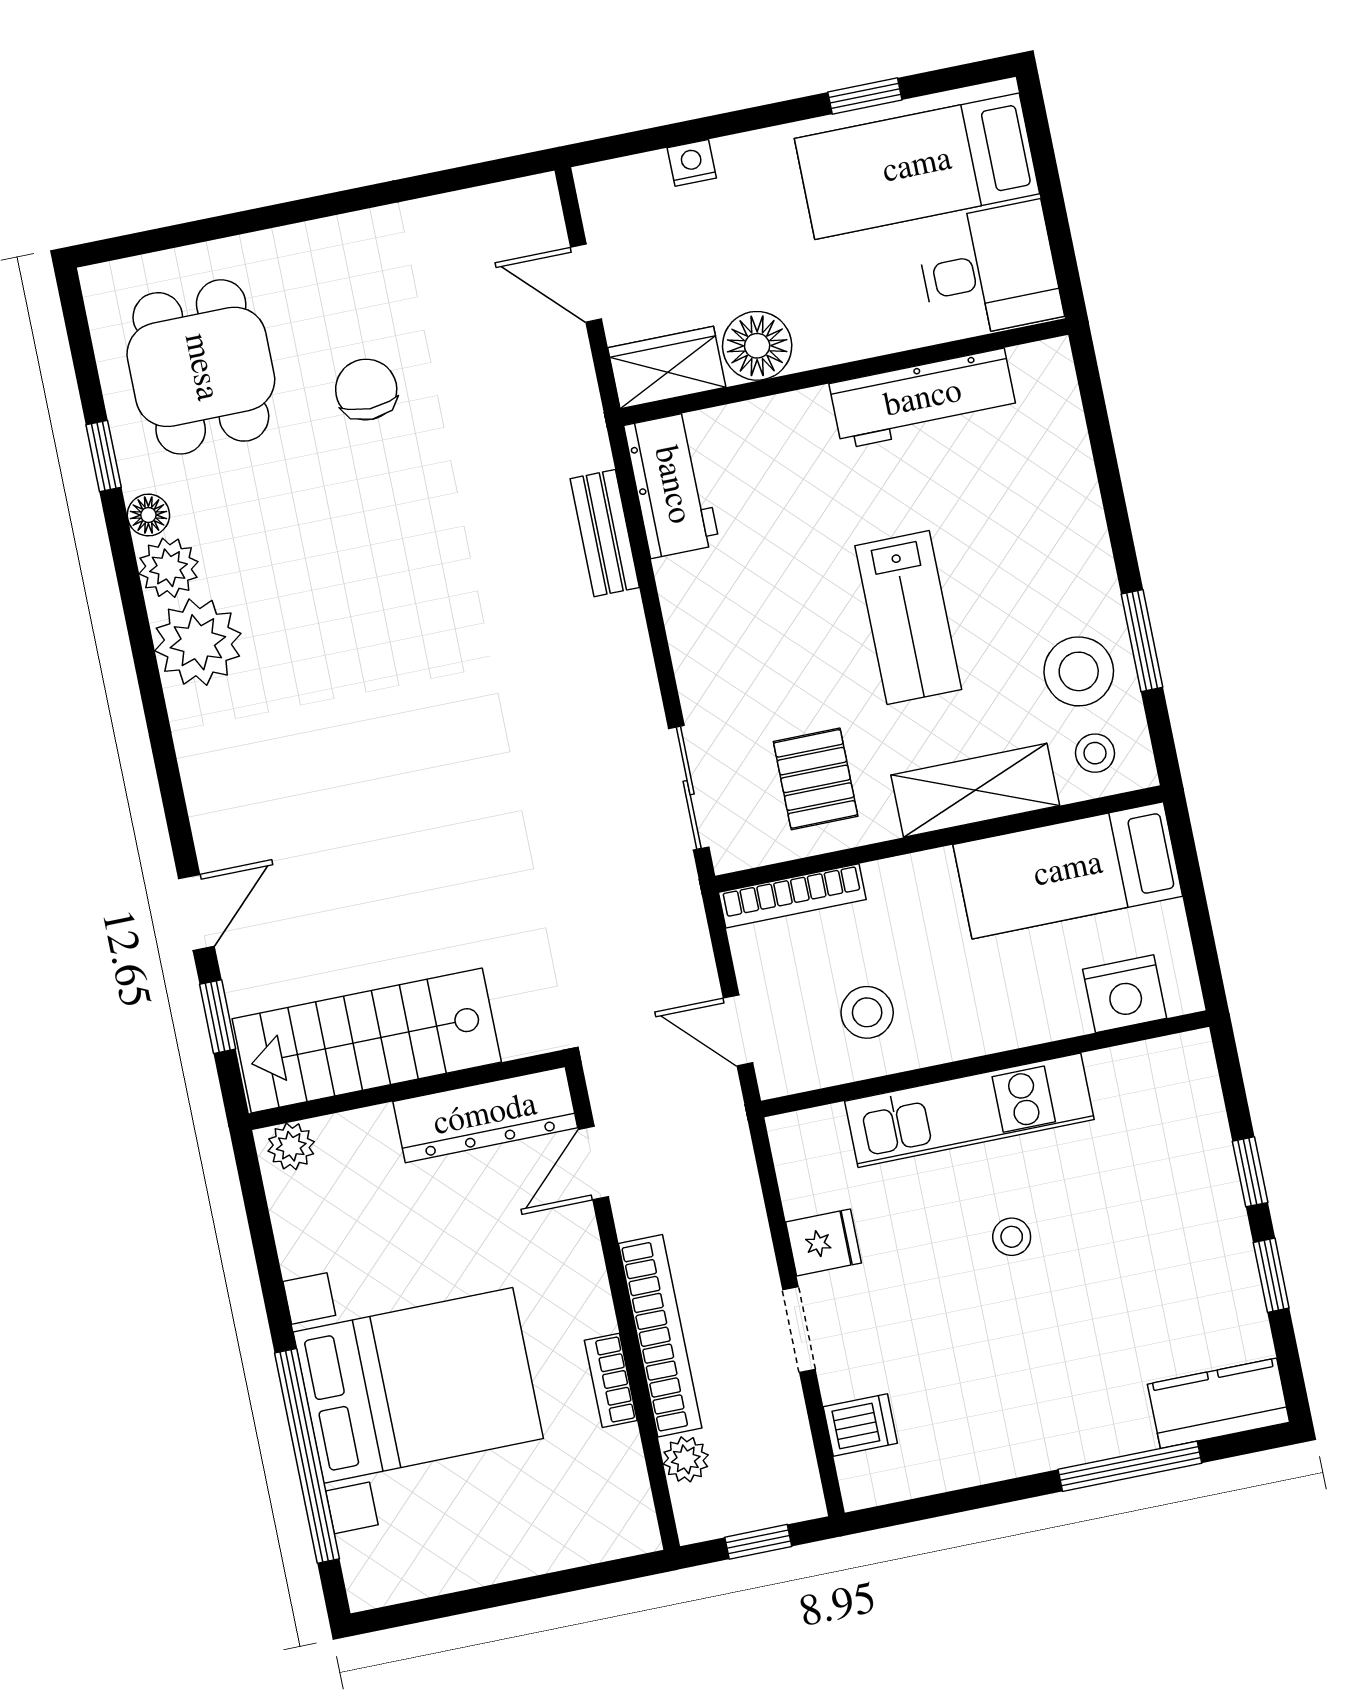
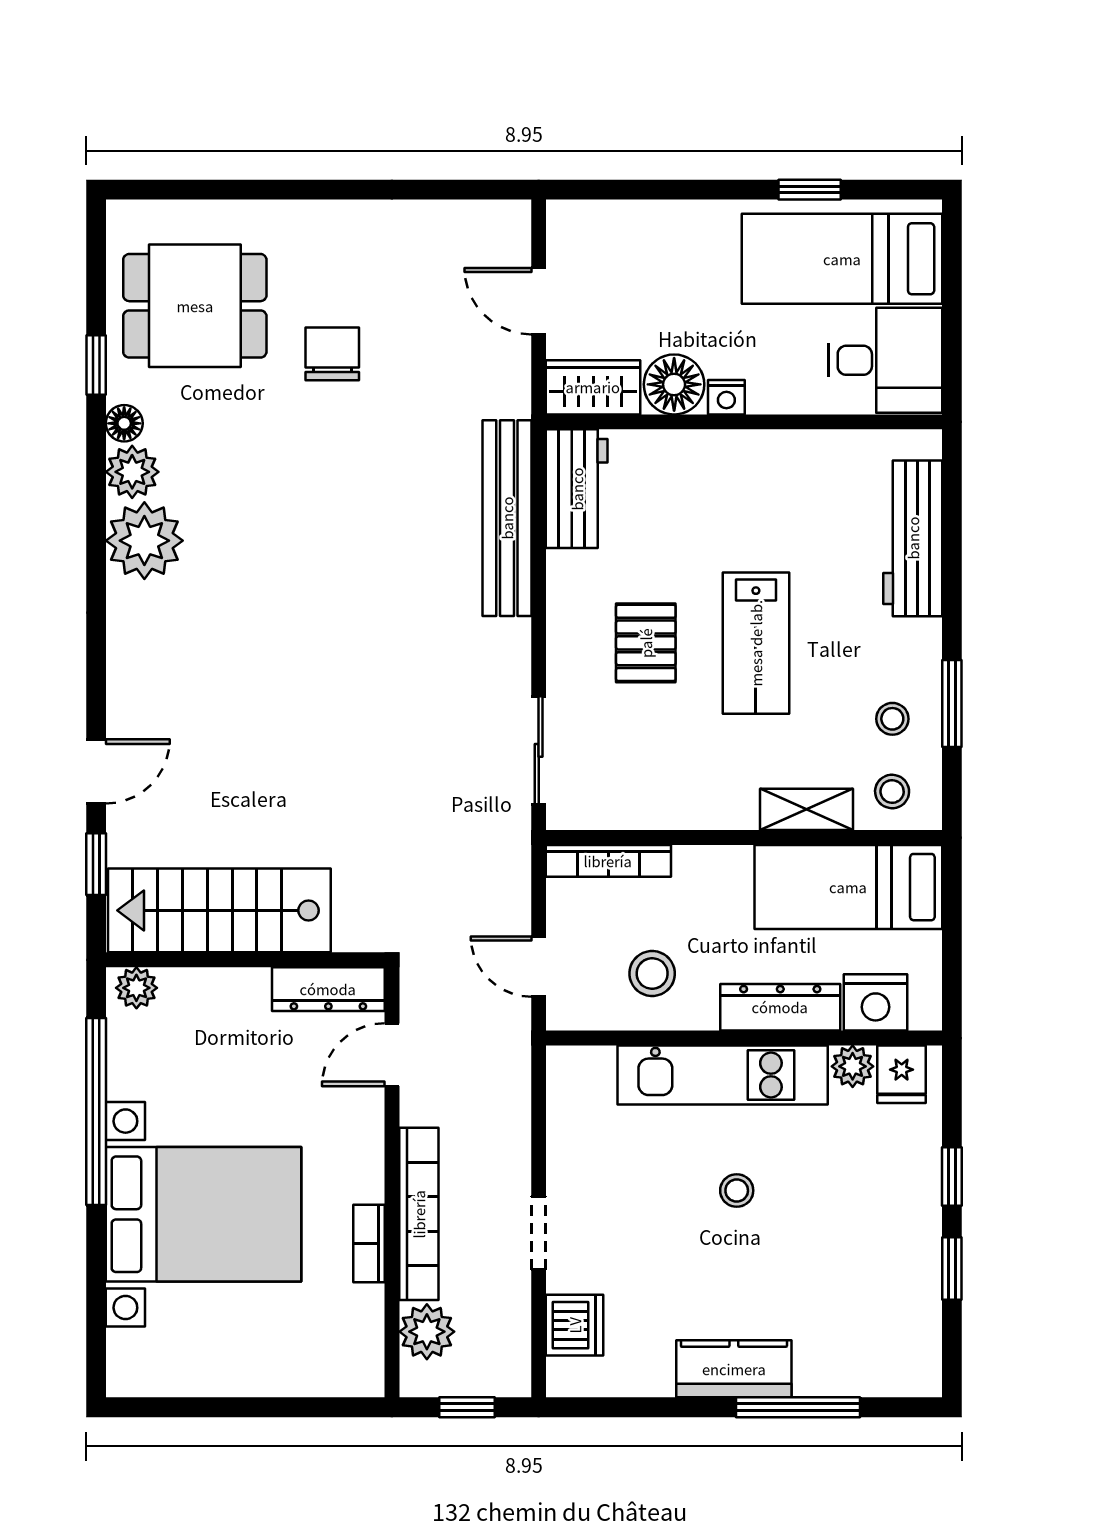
nightstand: (692, 163) -> (726, 397), moved, turned 180
dining table: (201, 367) -> (195, 306), turned 90
workbench: (923, 399) -> (913, 538), moved, turned 90
bench: (605, 533) -> (507, 518), width x1.86, depth x1.21
stool: (1079, 671) -> (892, 719), width x0.53, depth x0.53
pallet: (816, 779) -> (646, 643), moved
shelving: (975, 790) -> (806, 809), width x0.67, depth x0.75
dresser: (1019, 1021) -> (780, 1007), added
plant: (1113, 1071) -> (853, 1066), added
dresser: (485, 1115) -> (328, 989), width x0.73, depth x0.80
fridge: (823, 1243) -> (902, 1074), moved, turned 90
kitchen counter: (1219, 1403) -> (734, 1369), moved
dishwasher: (860, 1425) -> (575, 1325), width x1.38
window: (307, 1456) -> (96, 1112), moved
plant: (686, 1459) -> (427, 1332), width x1.38, depth x1.38

